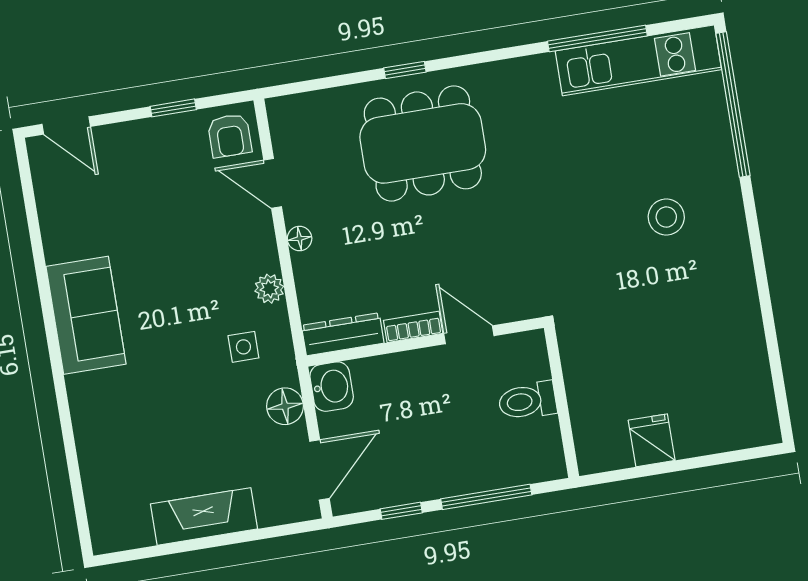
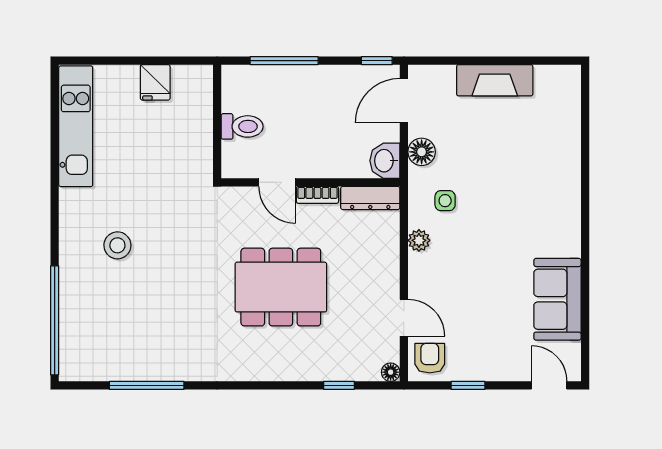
kitchen unit: (638, 60) -> (76, 126), moved, turned 90
window: (405, 70) -> (339, 385), moved
dining table: (423, 143) -> (281, 287), moved
floor lamp: (300, 239) -> (391, 372), moved
sofa: (86, 315) -> (557, 299), moved
window: (401, 511) -> (377, 61), moved

